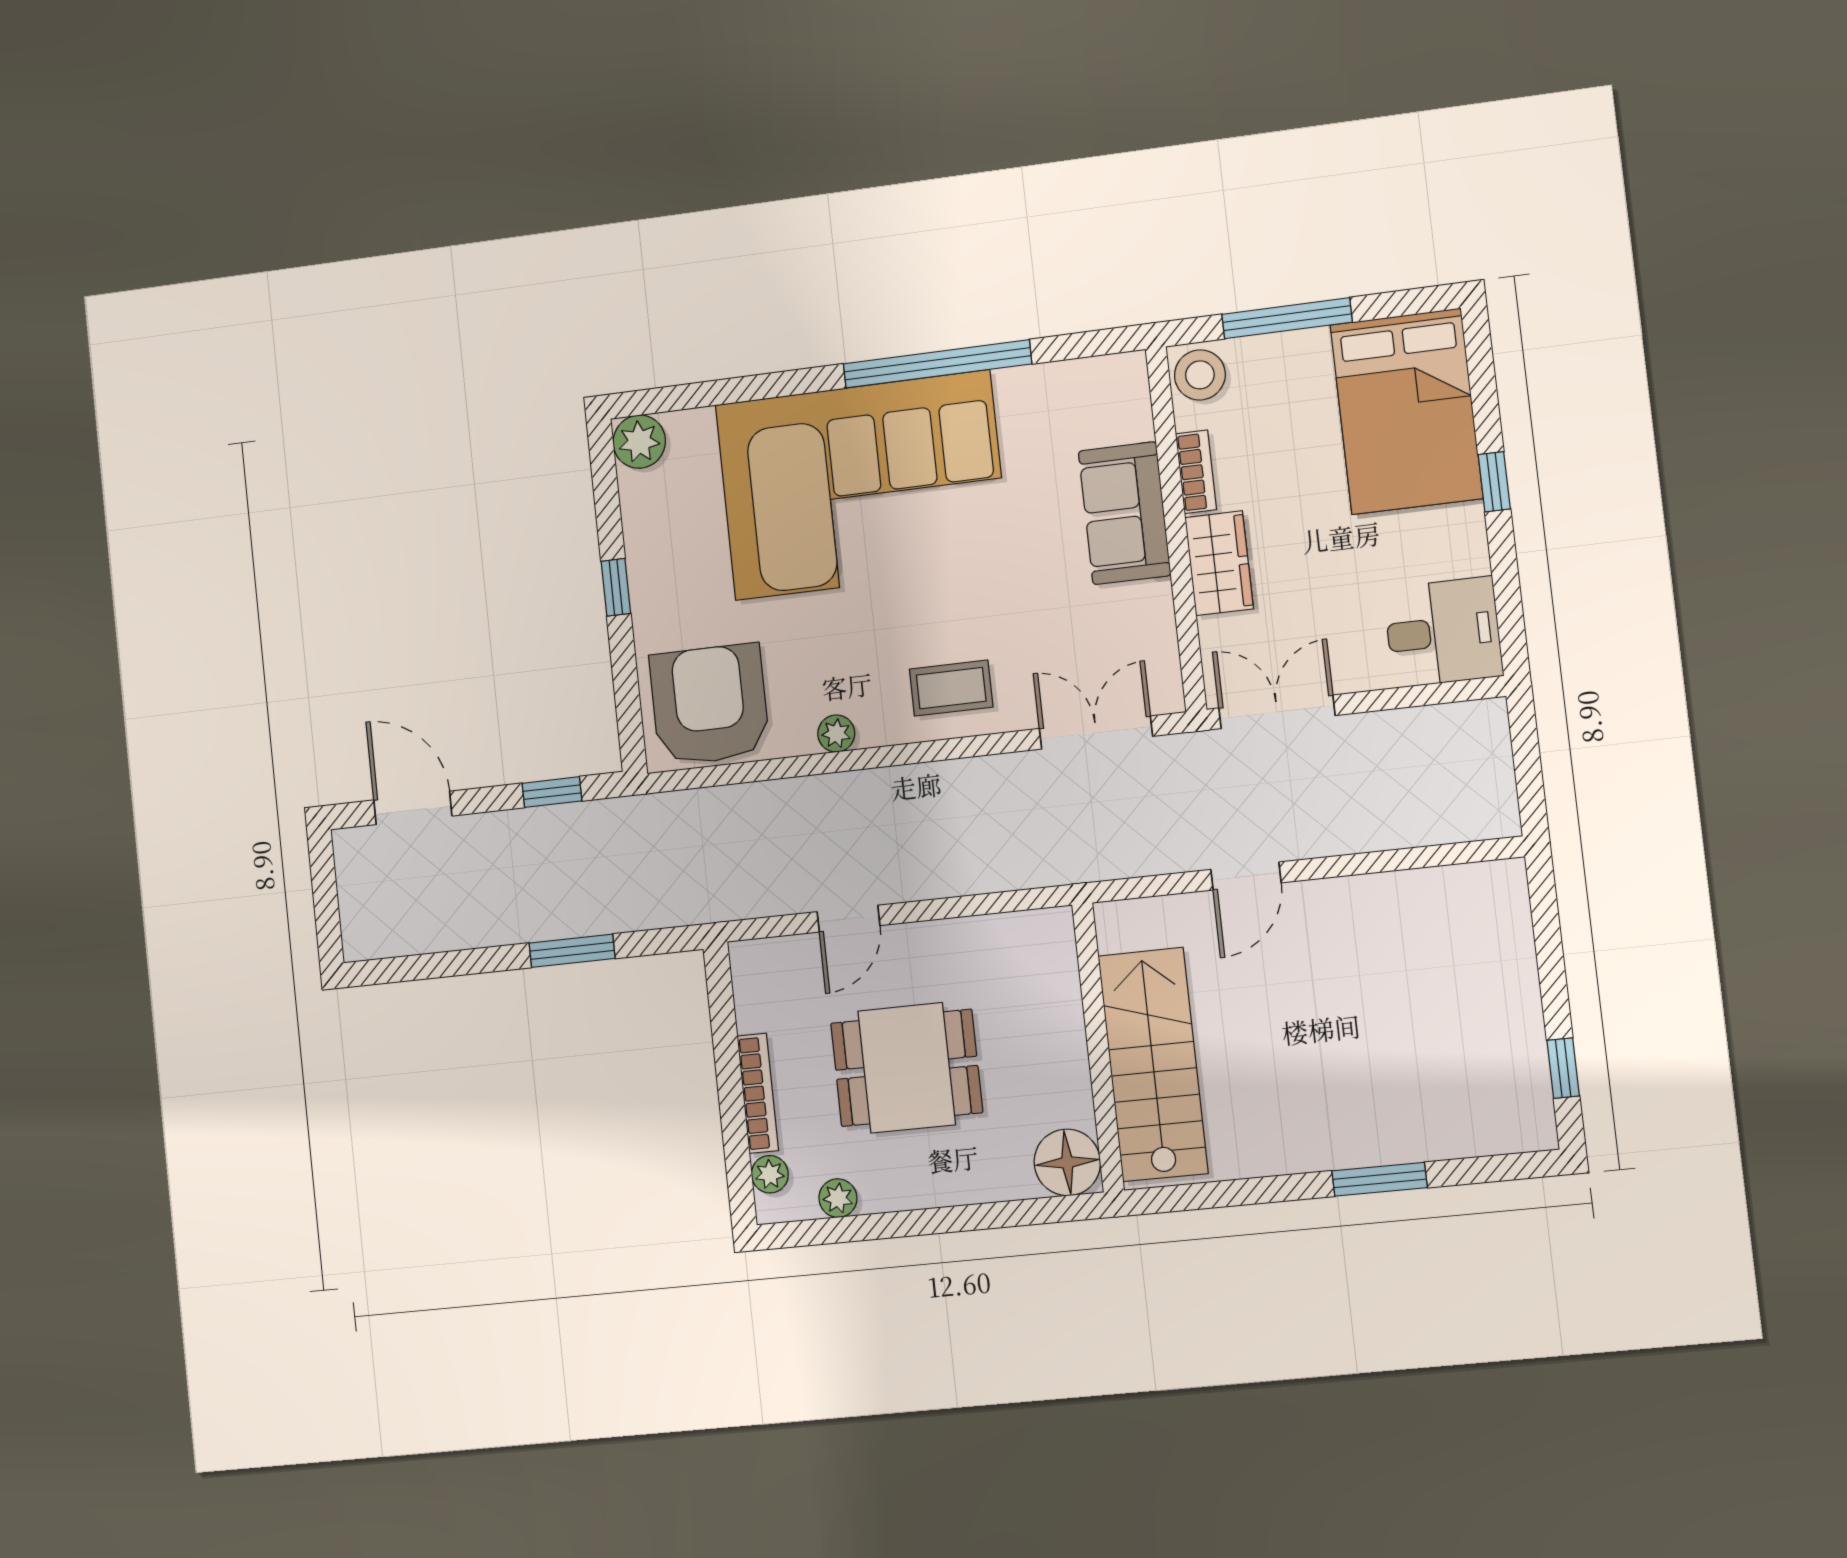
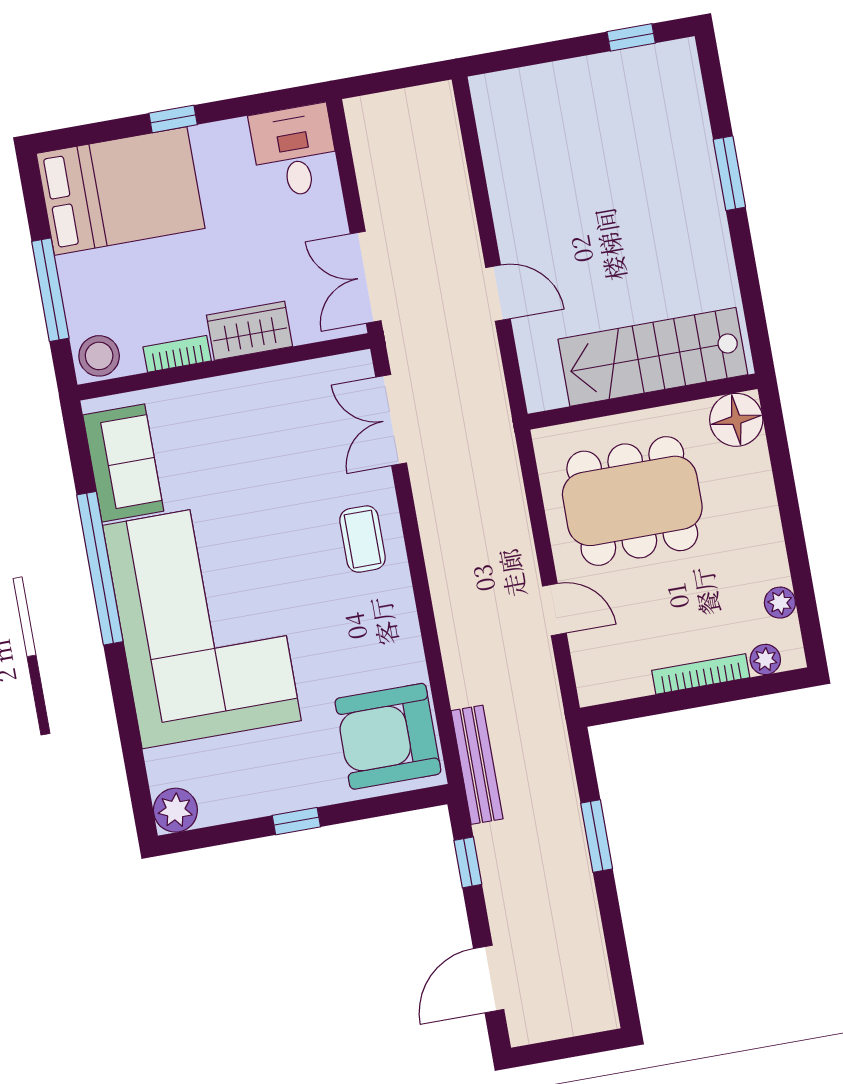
sofa: (1125, 513) -> (123, 463), moved, turned -90
plant: (836, 734) -> (405, 630), removed
bench: (668, 811) -> (477, 765), added
dining table: (907, 1068) -> (632, 501), moved, width x1.38

